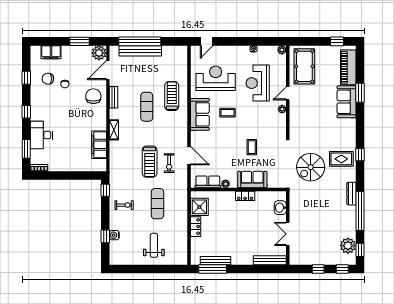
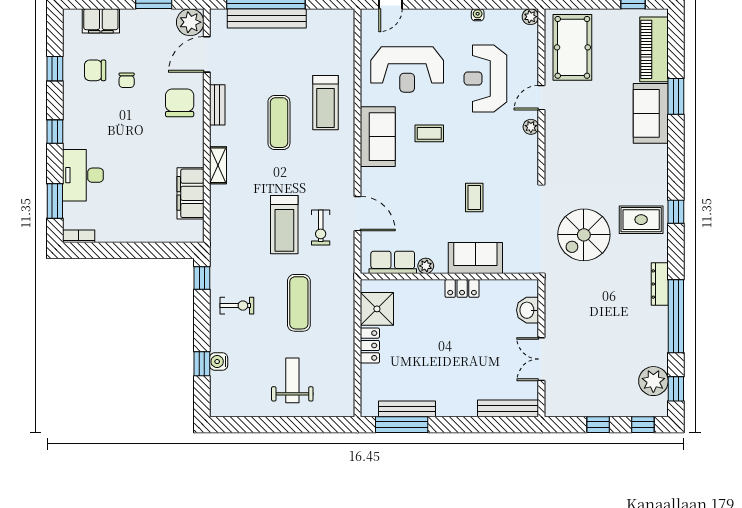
reception desk: (216, 78) -> (407, 69), turned 180
treadmill: (172, 96) -> (325, 103), turned 180

